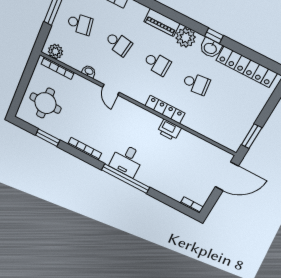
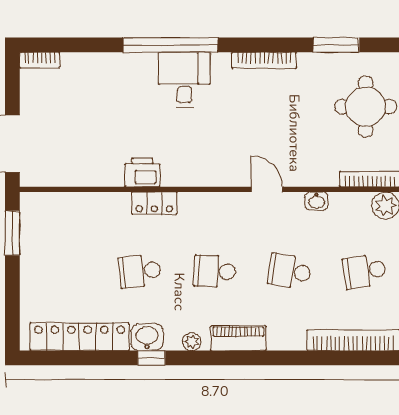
plant: (186, 38) -> (192, 342), width x0.53, depth x0.53
locker: (165, 109) -> (154, 203), width x0.66

